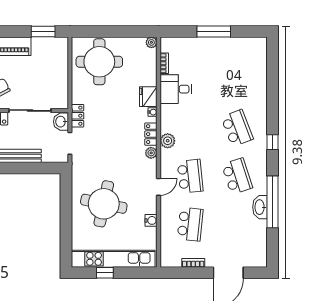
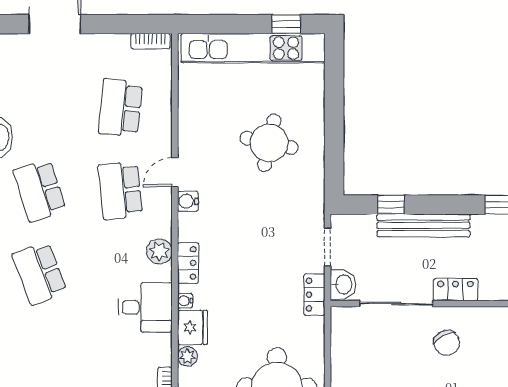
desk: (176, 89) -> (145, 307), moved
plant: (151, 153) -> (187, 356), moved
window: (33, 168) -> (391, 205), added
round table: (104, 204) -> (269, 143), width x0.73, depth x0.73
water cooler: (151, 220) -> (188, 201), moved
bookcase: (193, 263) -> (150, 41), moved
window: (105, 273) -> (286, 24), moved

